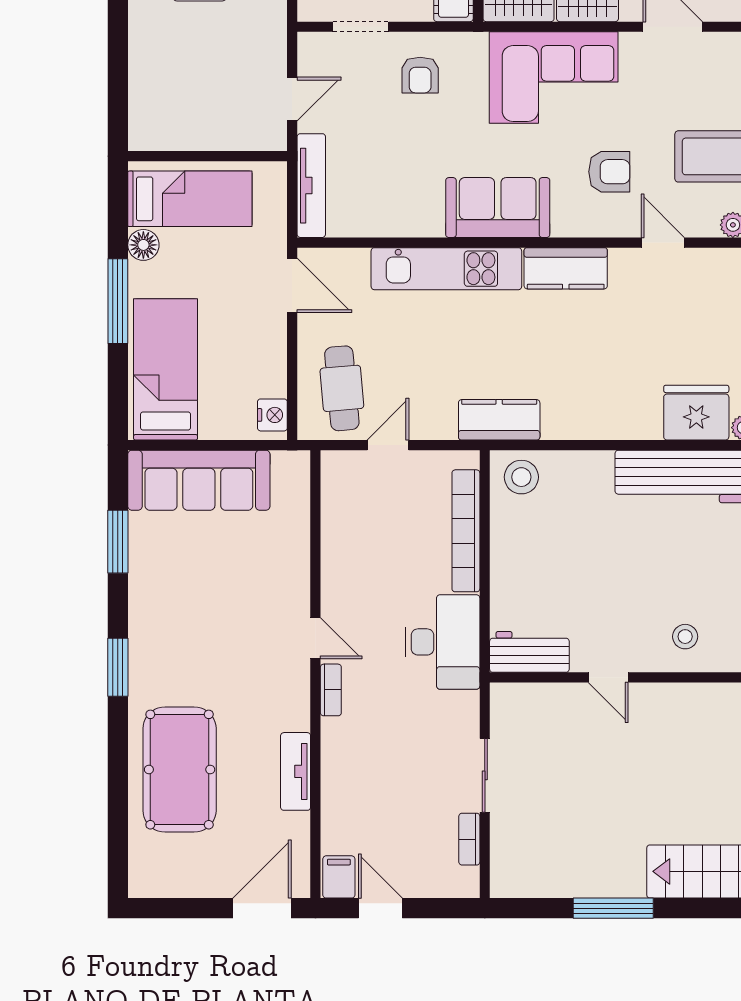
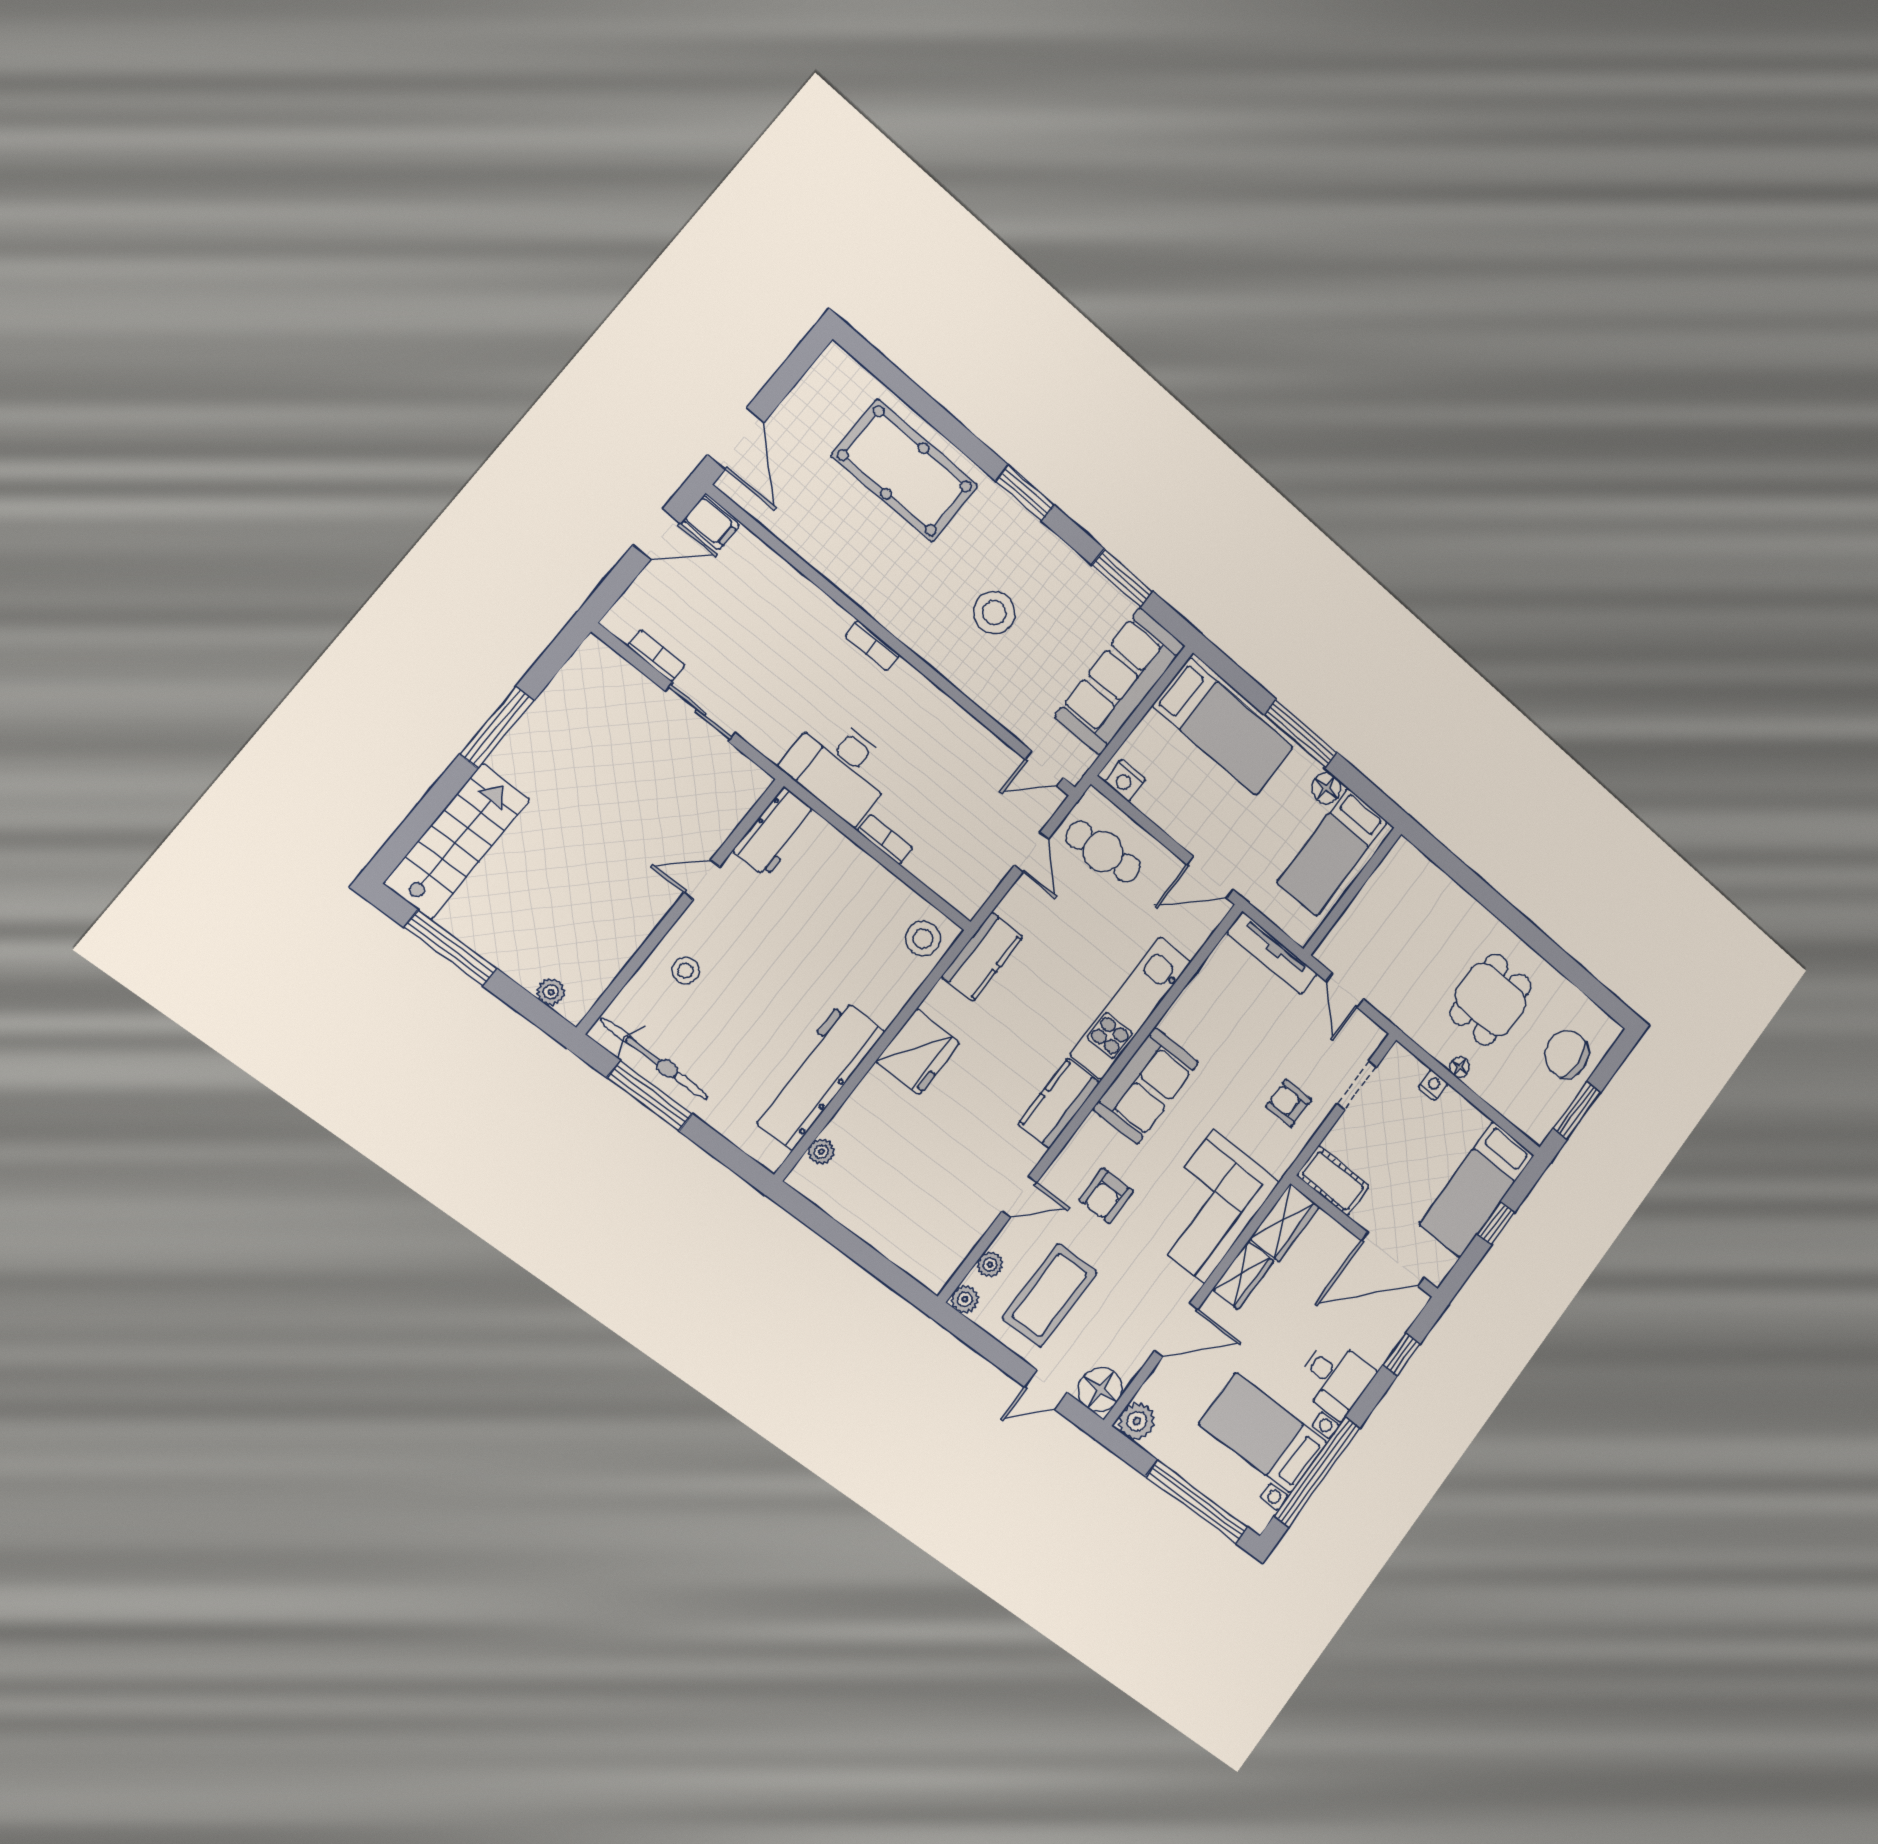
fridge: (696, 413) -> (918, 1052), moved
bookcase: (466, 531) -> (885, 840), width x0.43, depth x0.76
stool: (229, 619) -> (994, 613), added
door: (315, 638) -> (1044, 769), moved
tv unit: (296, 771) -> (828, 562), removed

